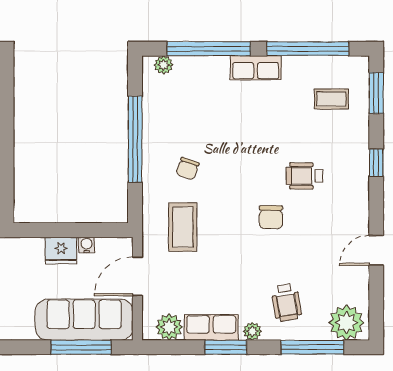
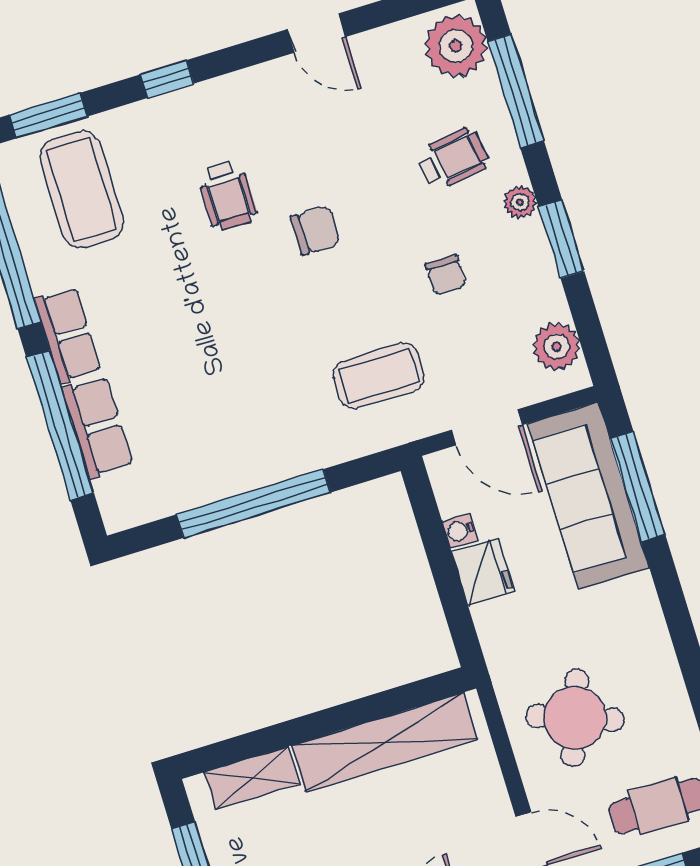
plant: (164, 65) -> (112, 494), removed
coffee table: (331, 99) -> (82, 189), width x1.86, depth x1.72
chair: (188, 169) -> (446, 275), moved, turned 71
row of seats: (211, 327) -> (98, 427), moved, turned 180

